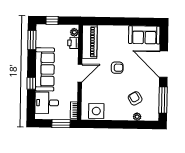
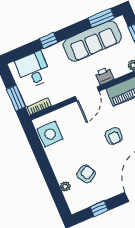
printer: (73, 43) -> (104, 76), moved
sofa: (45, 69) -> (92, 41), moved
door: (80, 73) -> (87, 94), hinge flipped
window: (163, 100) -> (99, 209), width x0.46

